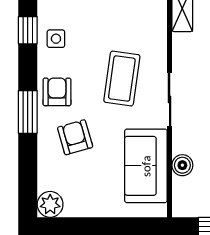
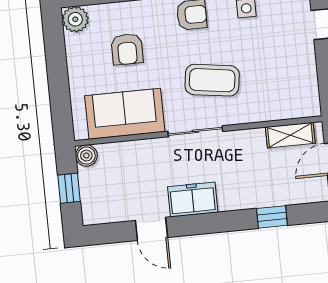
armchair: (75, 137) -> (127, 49), moved, turned 106
boiler: (182, 165) -> (86, 156), moved

